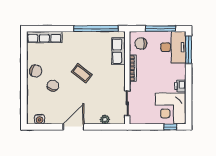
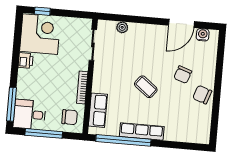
row of seats: (44, 37) -> (142, 132), moved
desk: (173, 47) -> (30, 114), width x0.73
door: (74, 127) -> (181, 23), moved

